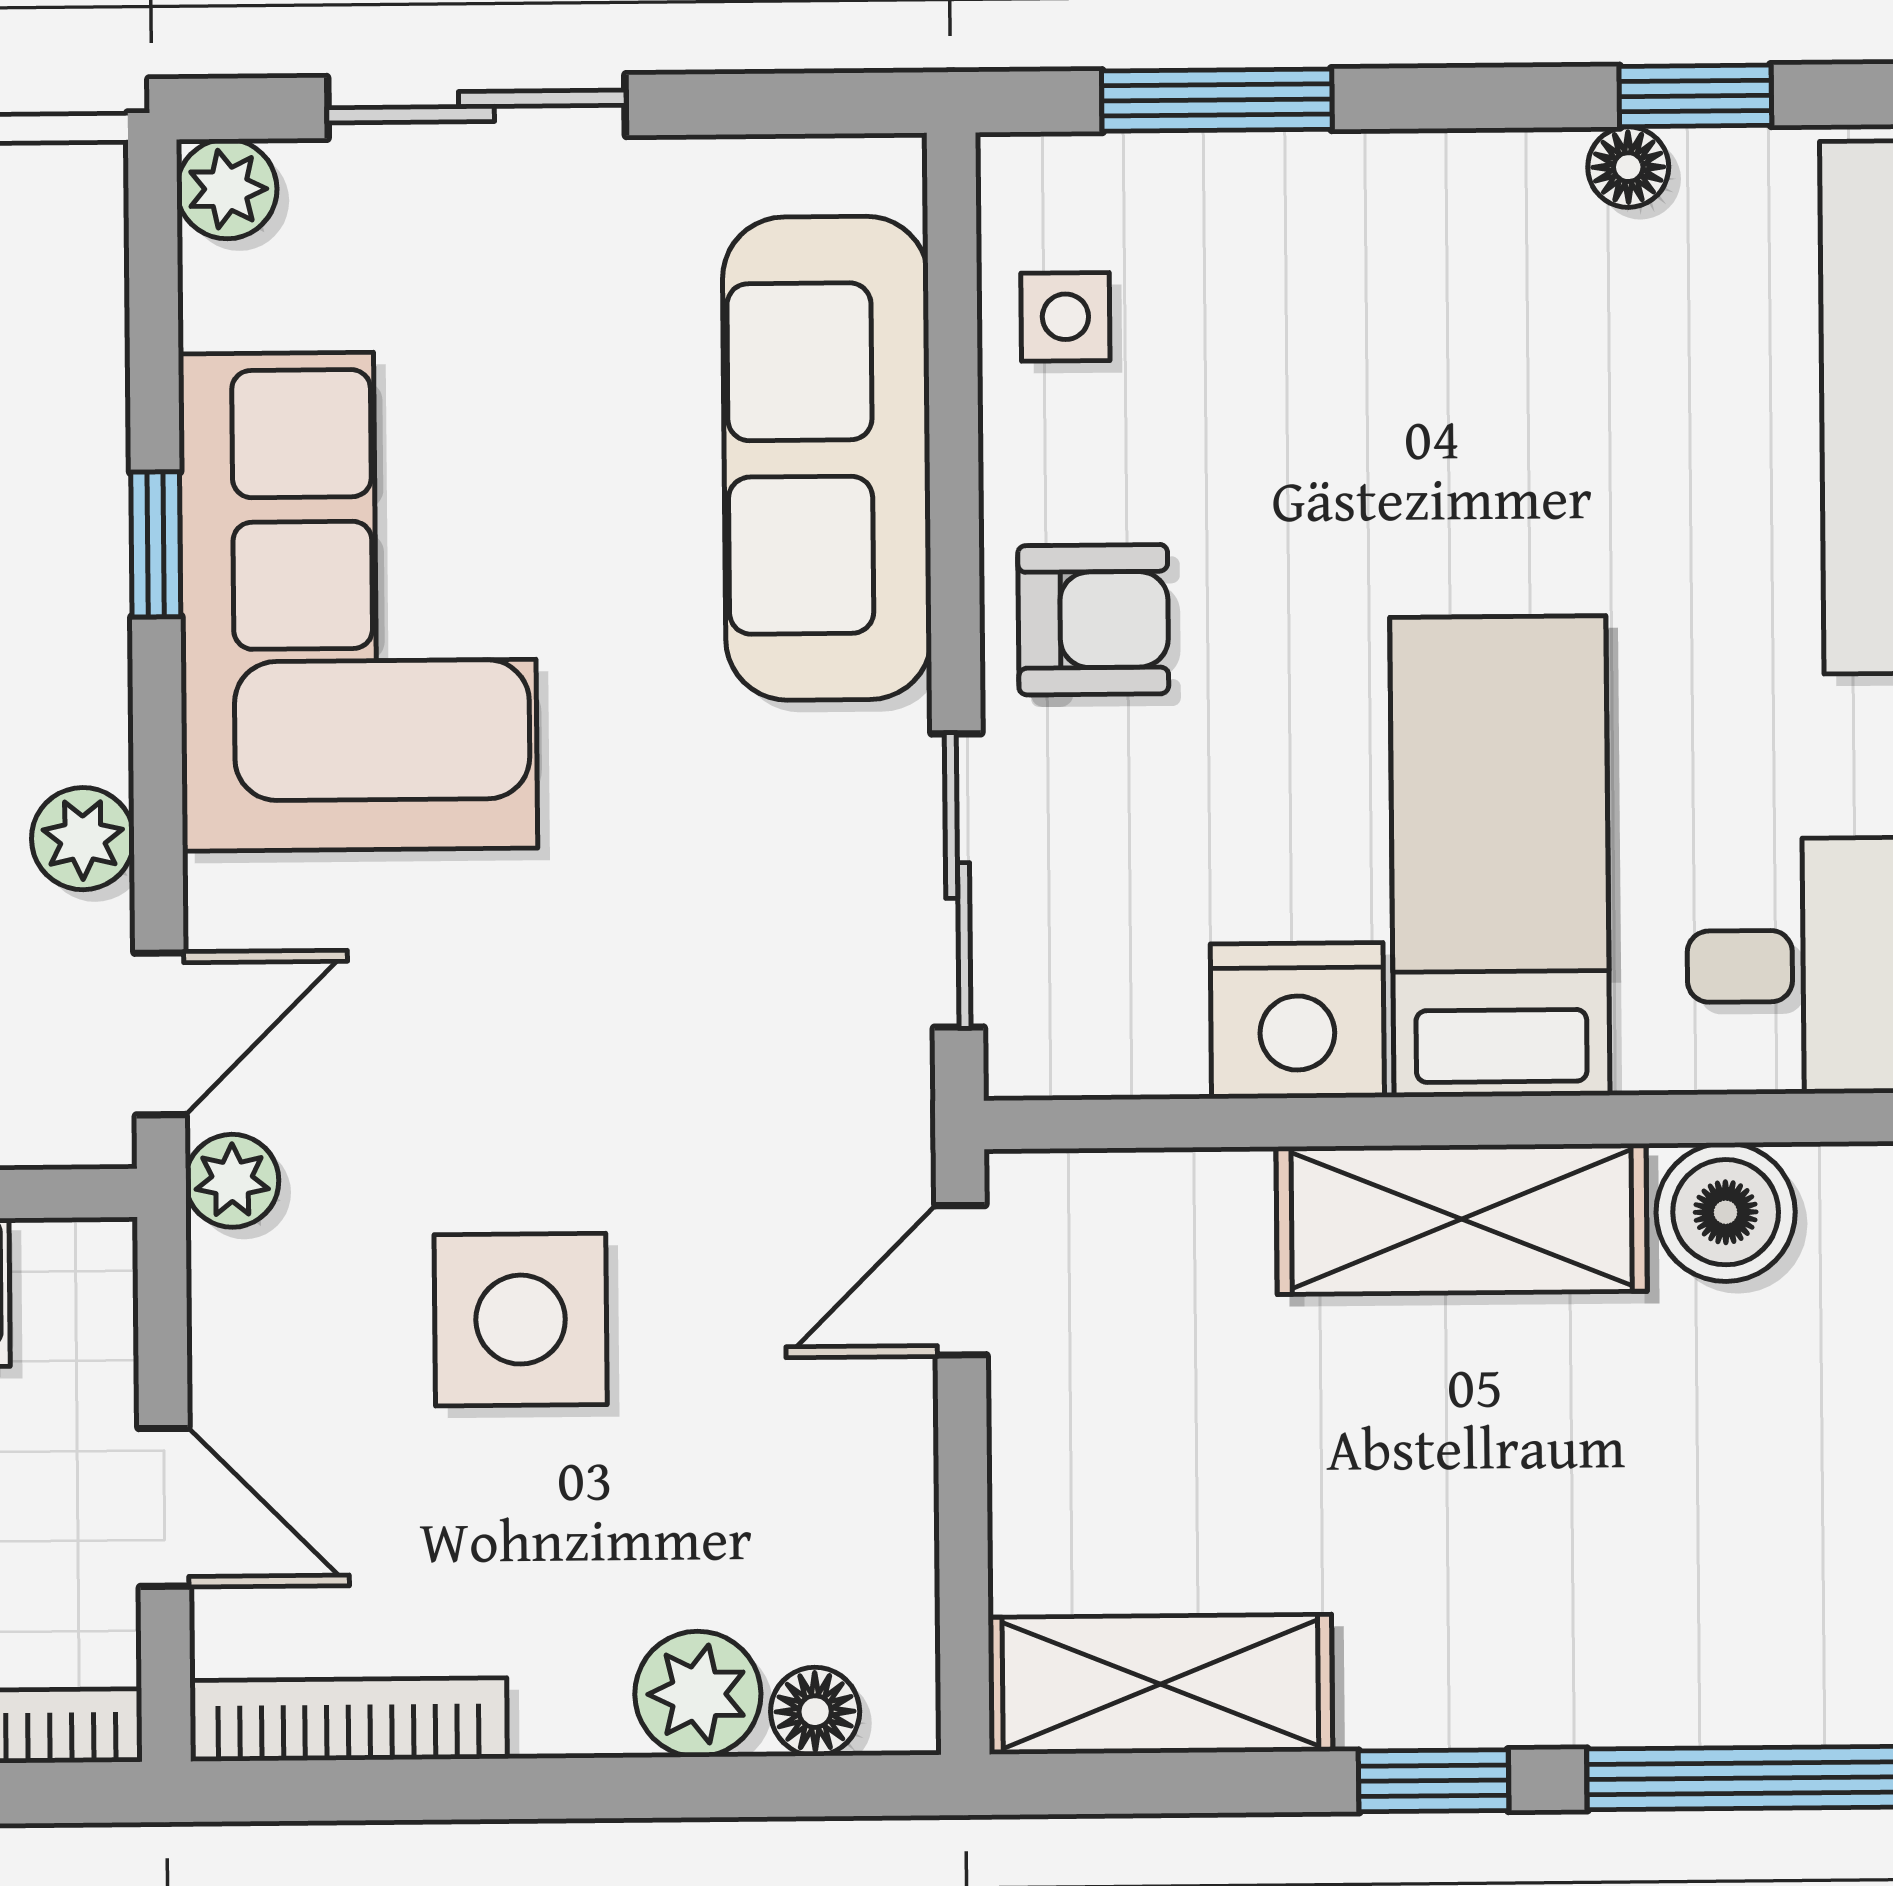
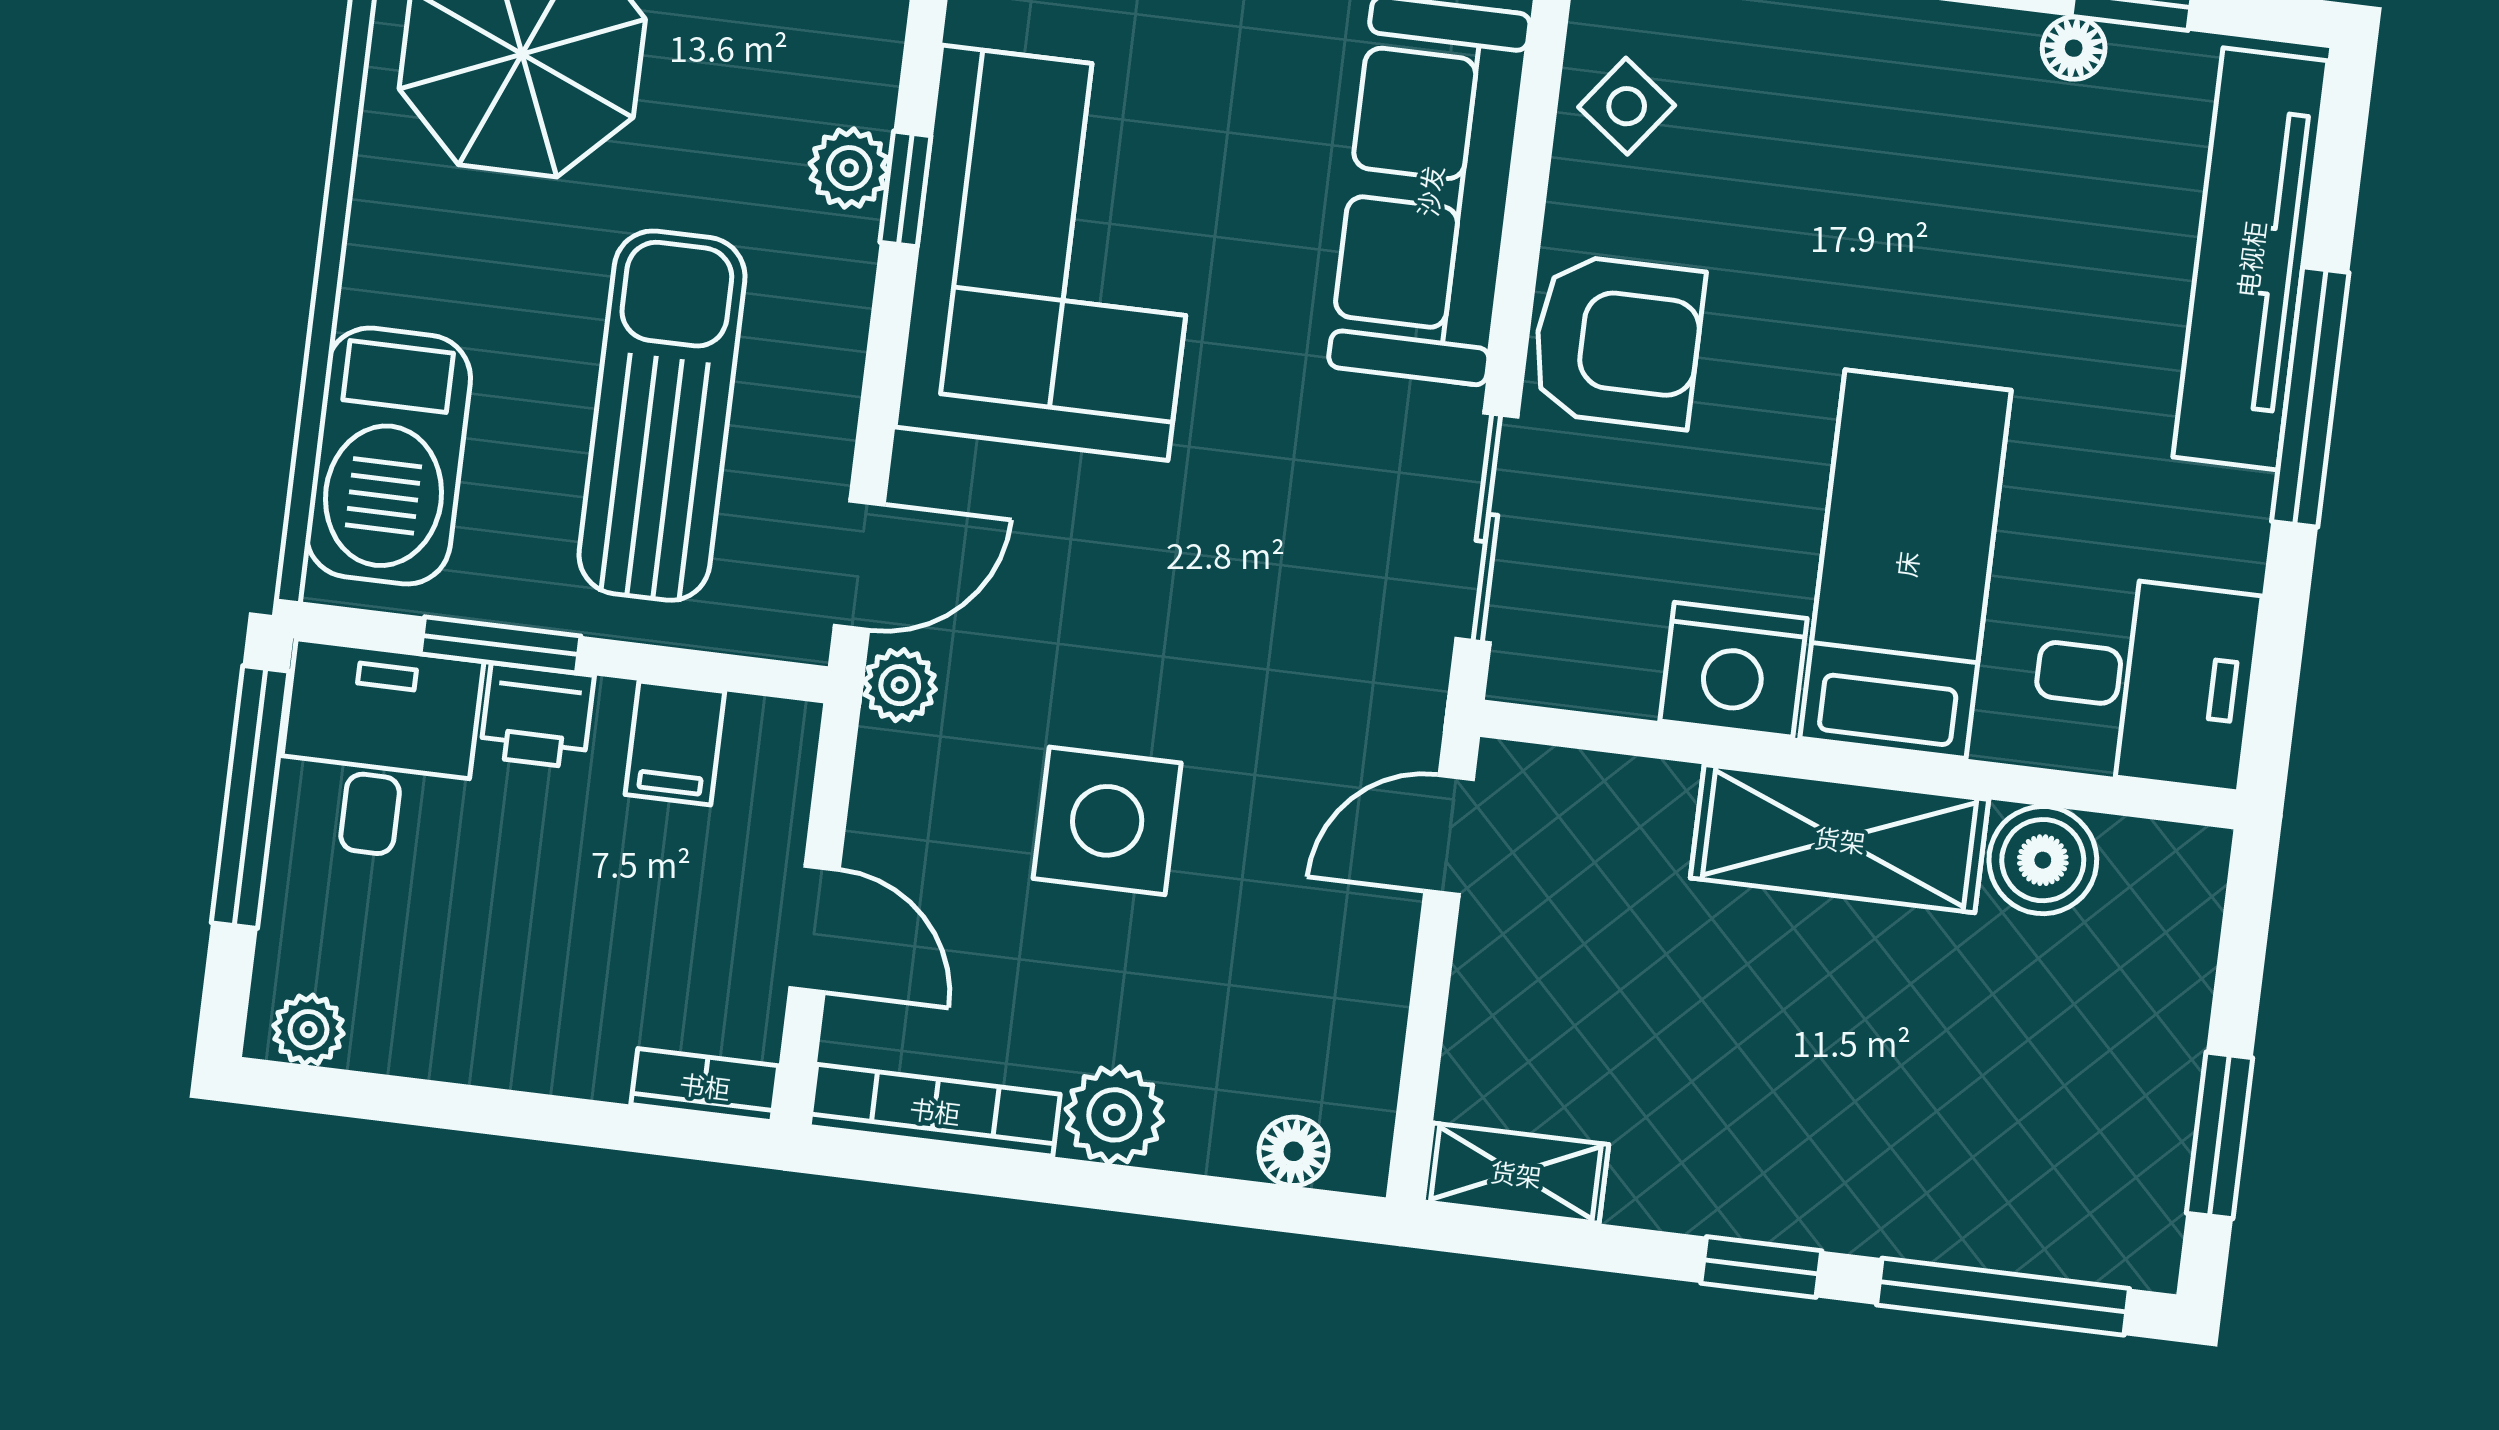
side table: (1065, 317) -> (1627, 106), turned 37
armchair: (1093, 620) -> (1617, 341), width x1.38, depth x1.38
plant: (83, 839) -> (849, 168), moved
shelving: (1160, 1684) -> (1516, 1173), width x0.67, depth x0.75
plant: (698, 1694) -> (1114, 1115), moved

